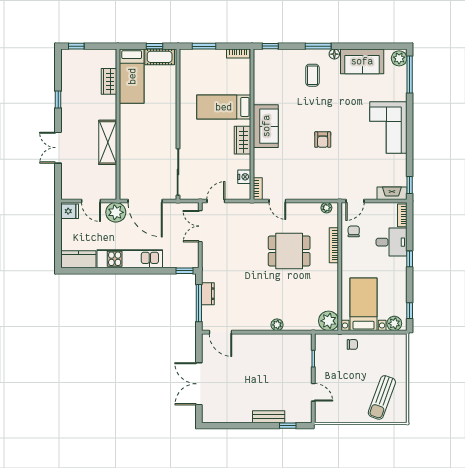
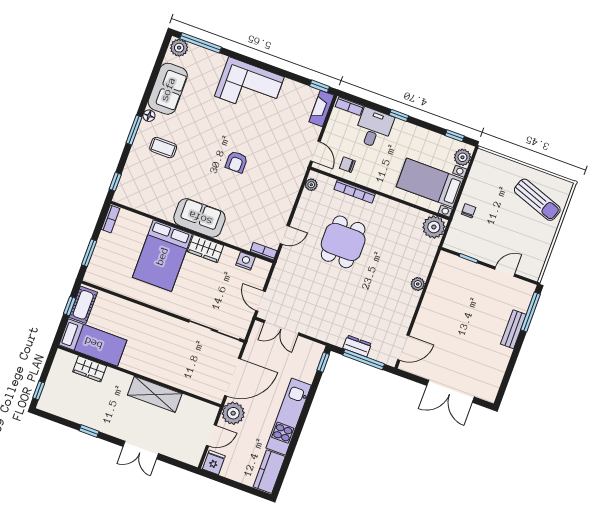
bed: (224, 107) -> (162, 256), width x1.50
armchair: (323, 140) -> (236, 162), turned 90
window: (288, 426) -> (530, 312), width x2.17

